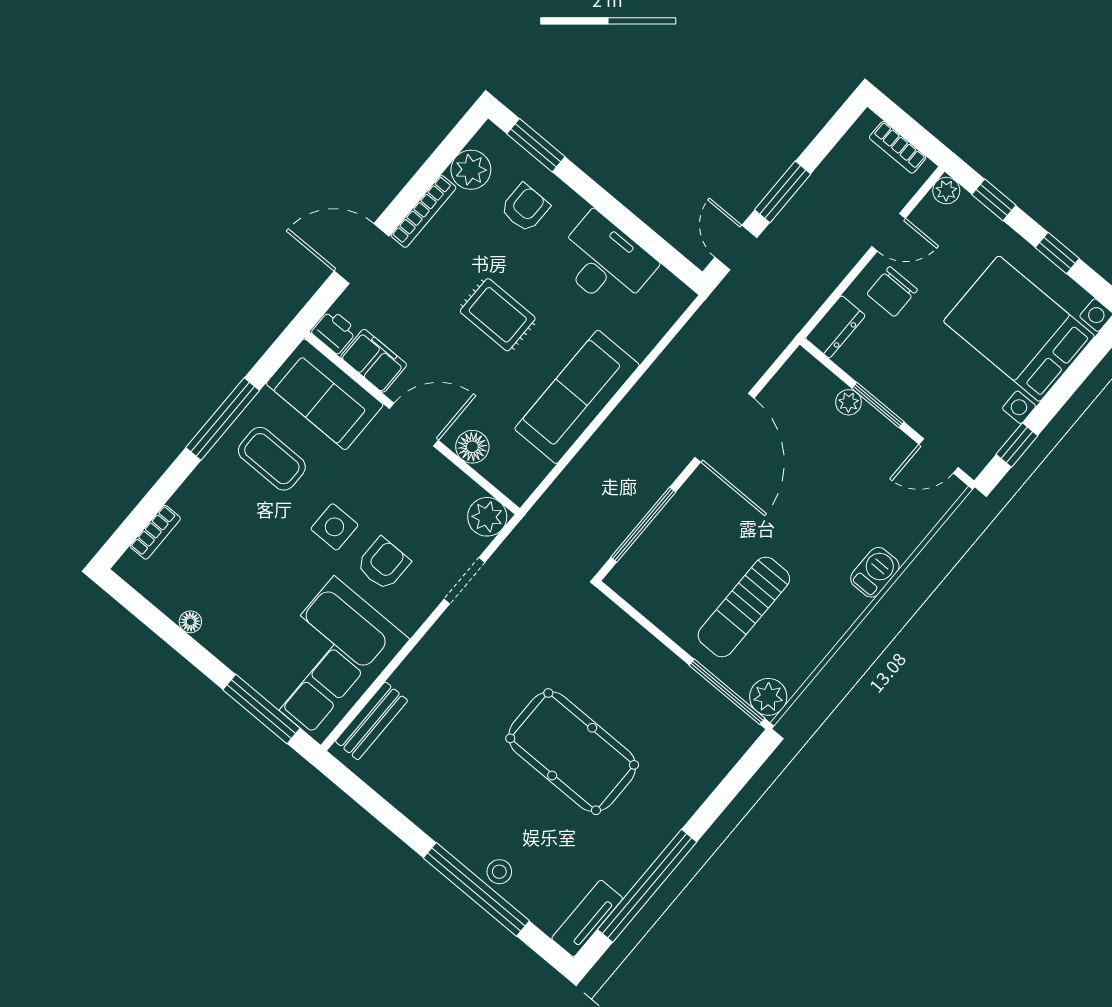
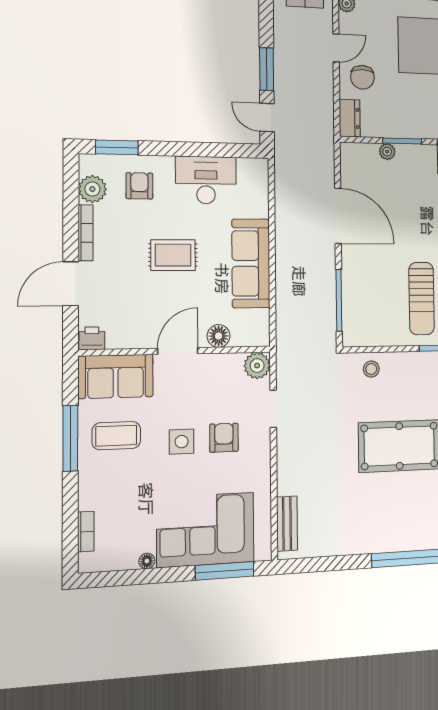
filing cabinet: (374, 361) -> (127, 336), removed
corner sofa: (327, 660) -> (206, 530), moved, turned 90
stool: (499, 872) -> (371, 369), moved

